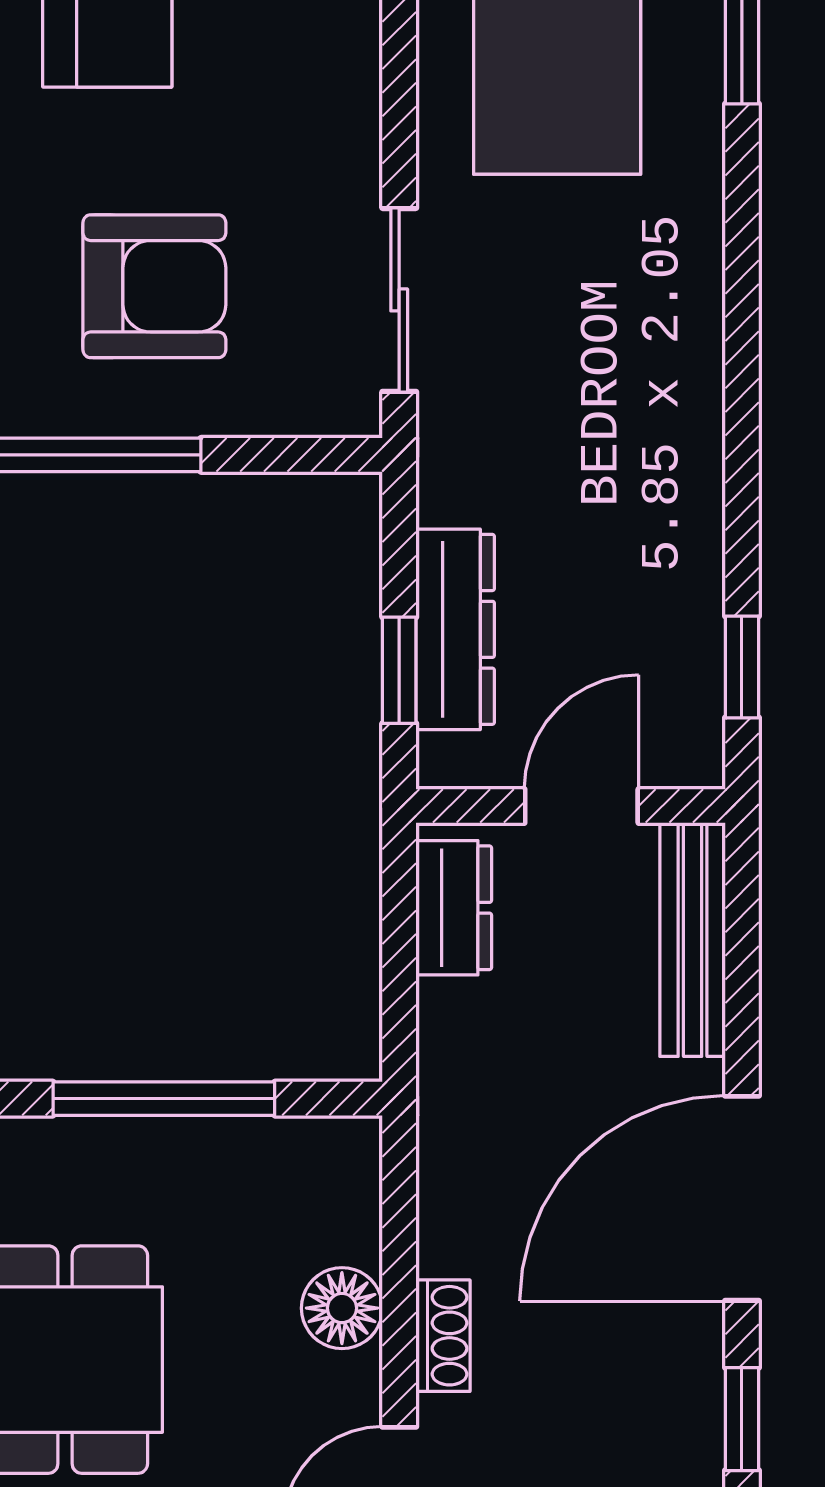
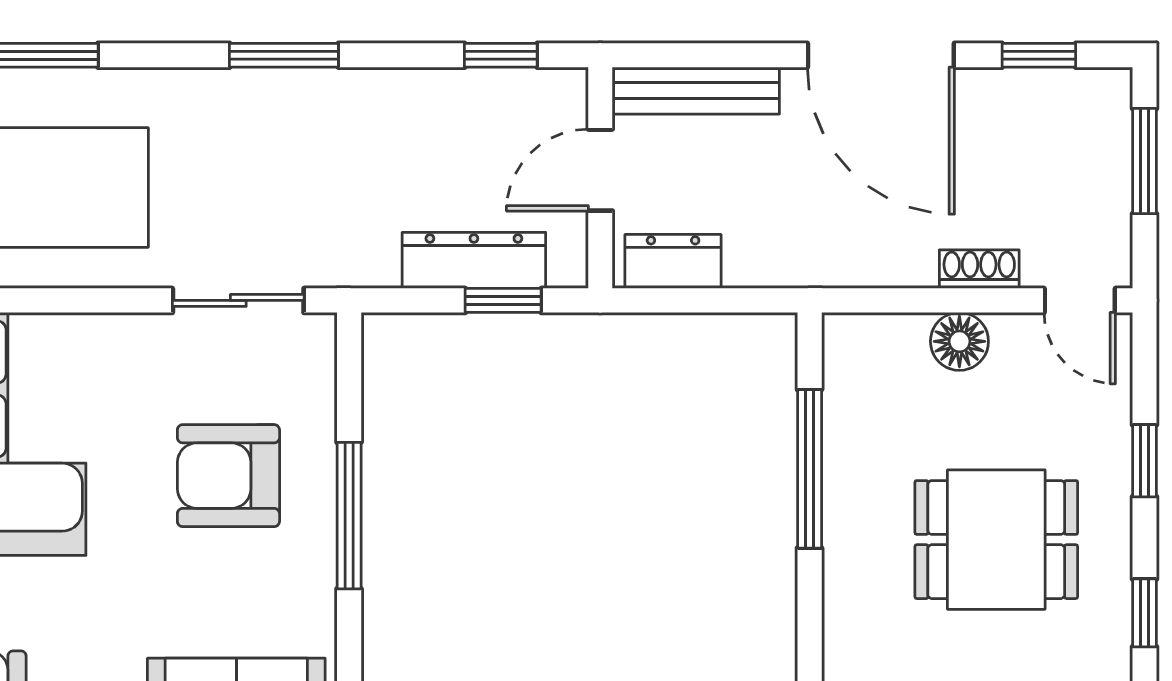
armchair: (154, 286) -> (228, 476), turned -90
window: (742, 364) -> (284, 55), added
door: (581, 806) -> (600, 170), hinge flipped

